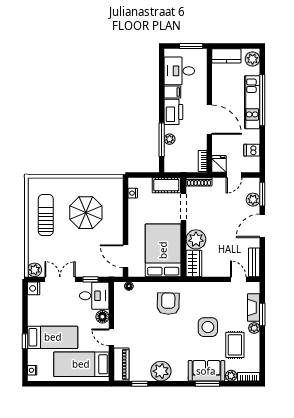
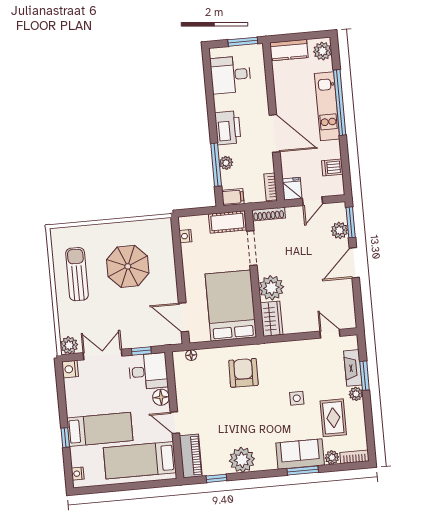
filing cabinet: (172, 92) -> (233, 197), moved
bench: (254, 262) -> (348, 310), removed
side table: (208, 327) -> (297, 398), width x0.54, depth x0.54

